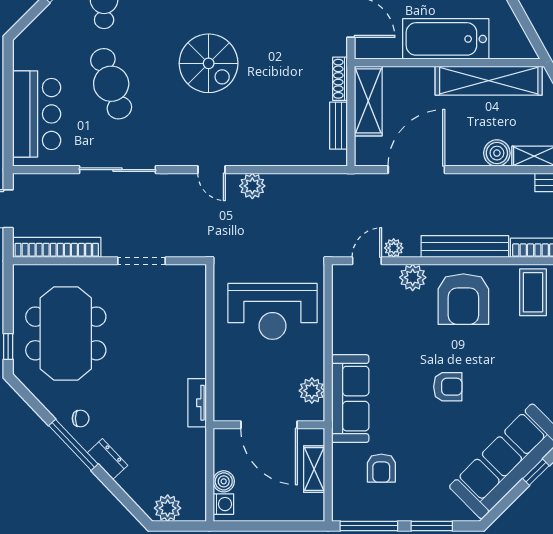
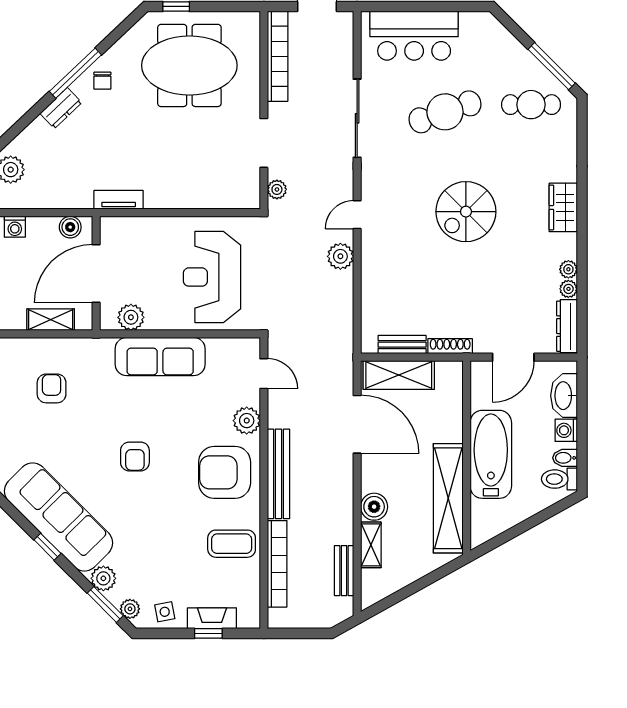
shelving: (368, 101) -> (399, 375), moved
plant: (394, 248) -> (277, 189), moved
sofa: (350, 399) -> (160, 357), moved
armchair: (381, 468) -> (52, 388), turned 90
boiler: (224, 481) -> (70, 227), moved

